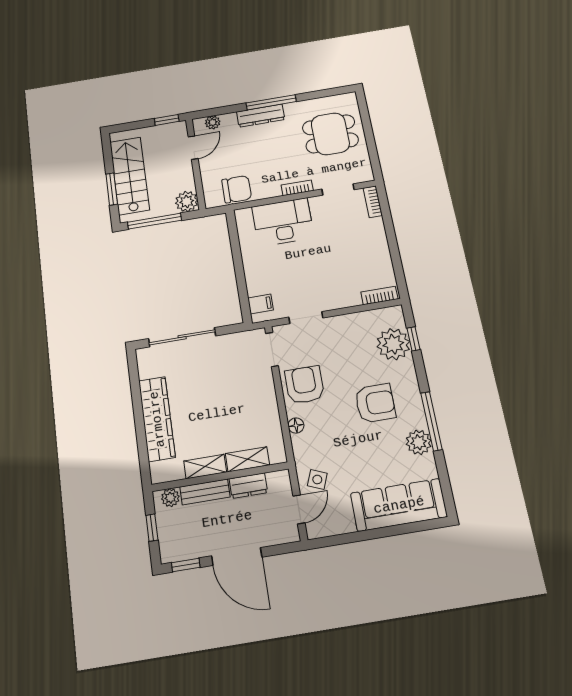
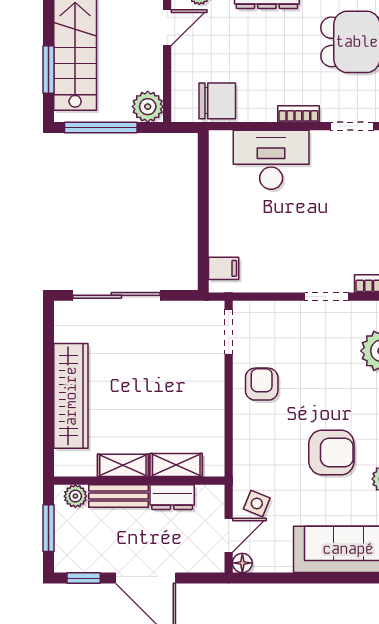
doorway: (306, 318) -> (327, 297), moved
armchair: (305, 385) -> (262, 384), width x0.72, depth x0.72
armchair: (375, 403) -> (331, 452), moved
floor lamp: (296, 425) -> (242, 563), moved
window: (152, 528) -> (49, 528), width x1.50

